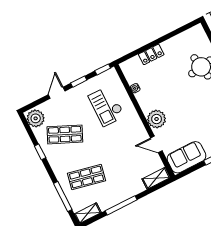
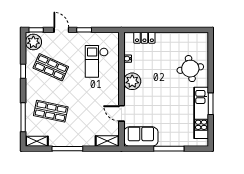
locker: (151, 54) -> (144, 38), moved
window: (103, 69) -> (36, 30), moved
door: (57, 93) -> (61, 30), hinge flipped
plant: (157, 119) -> (132, 81), moved

